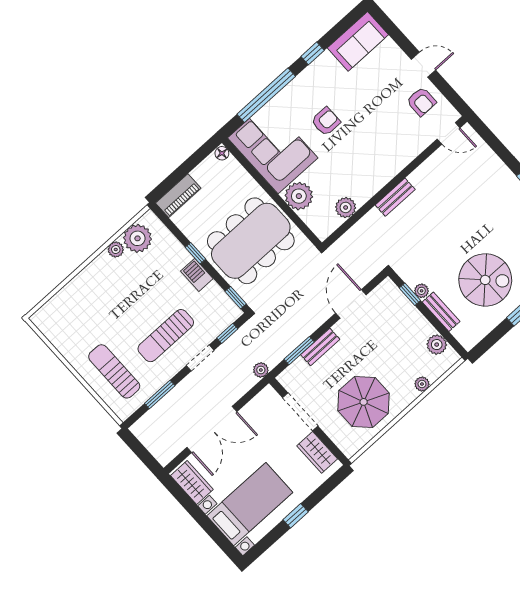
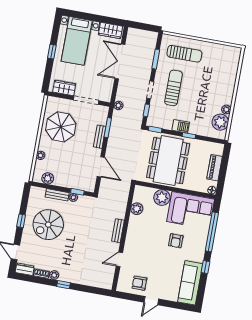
sofa: (358, 41) -> (190, 283), width x1.36
door: (449, 133) -> (119, 259), moved
piano: (178, 196) -> (215, 168), moved

